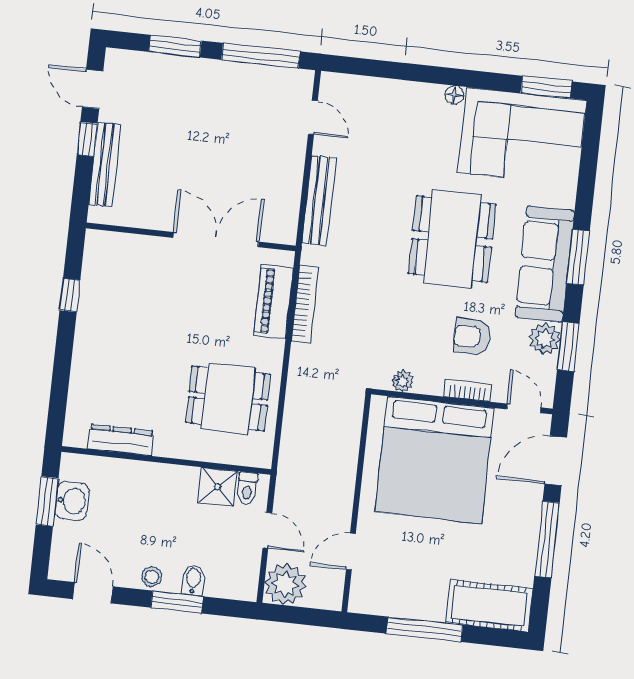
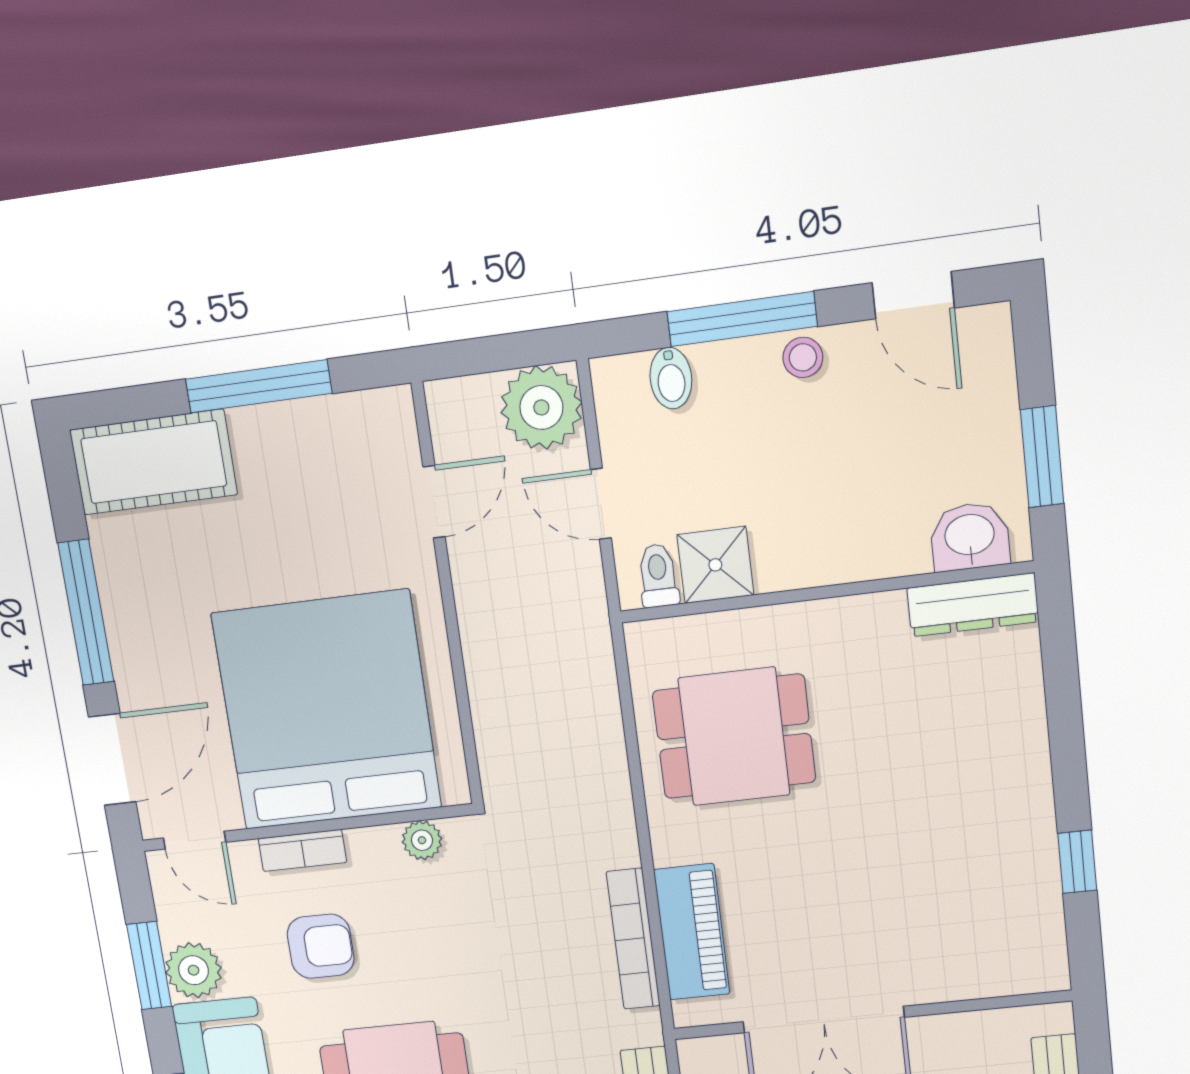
dresser: (121, 440) -> (973, 605), moved
washbasin: (72, 501) -> (970, 536), moved, turned 90
bidet: (193, 580) -> (671, 378), moved
window: (177, 602) -> (742, 319), width x1.44

